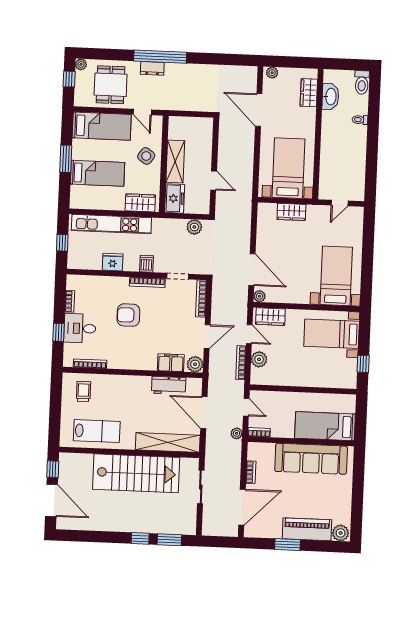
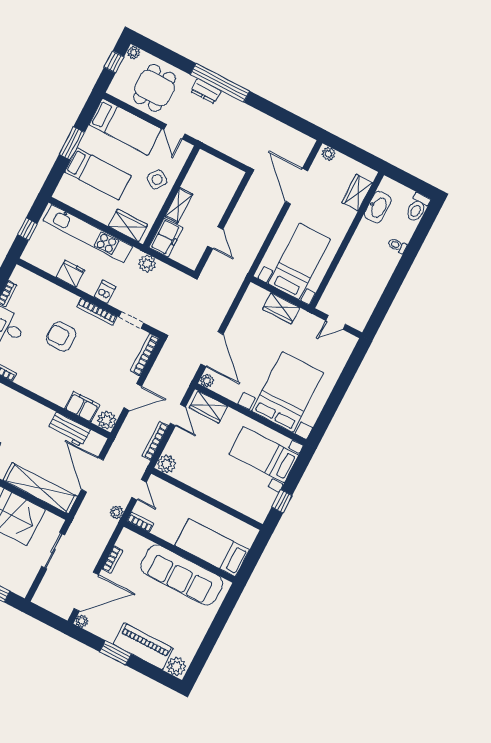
shelving: (175, 161) -> (179, 205), width x0.67, depth x0.75
plant: (194, 227) -> (147, 264), moved
bed with nightstands: (336, 276) -> (288, 392), width x1.36
plant: (259, 359) -> (166, 464), moved
plant: (249, 532) -> (82, 621), added

